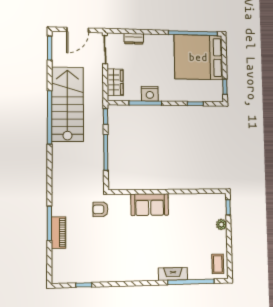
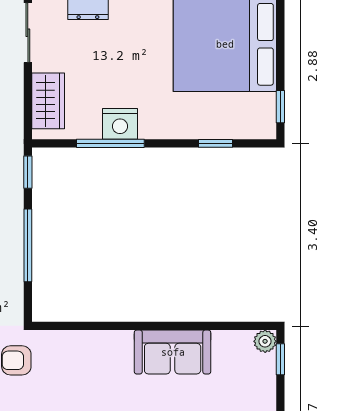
sofa: (150, 205) -> (173, 352), moved
plant: (221, 224) -> (265, 341), moved

